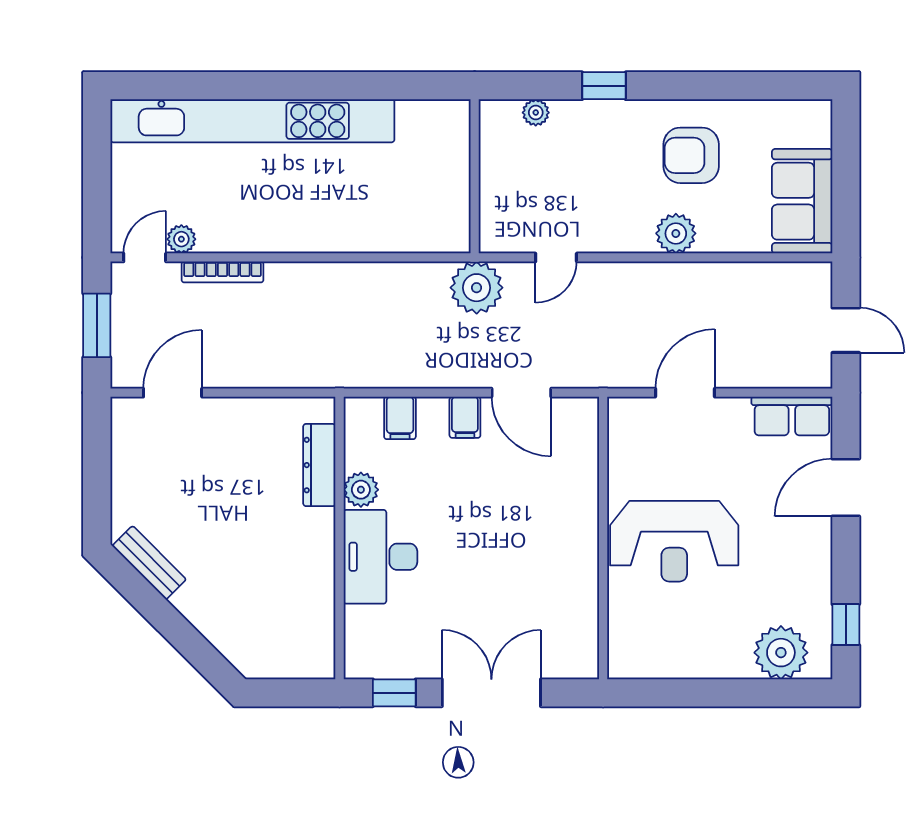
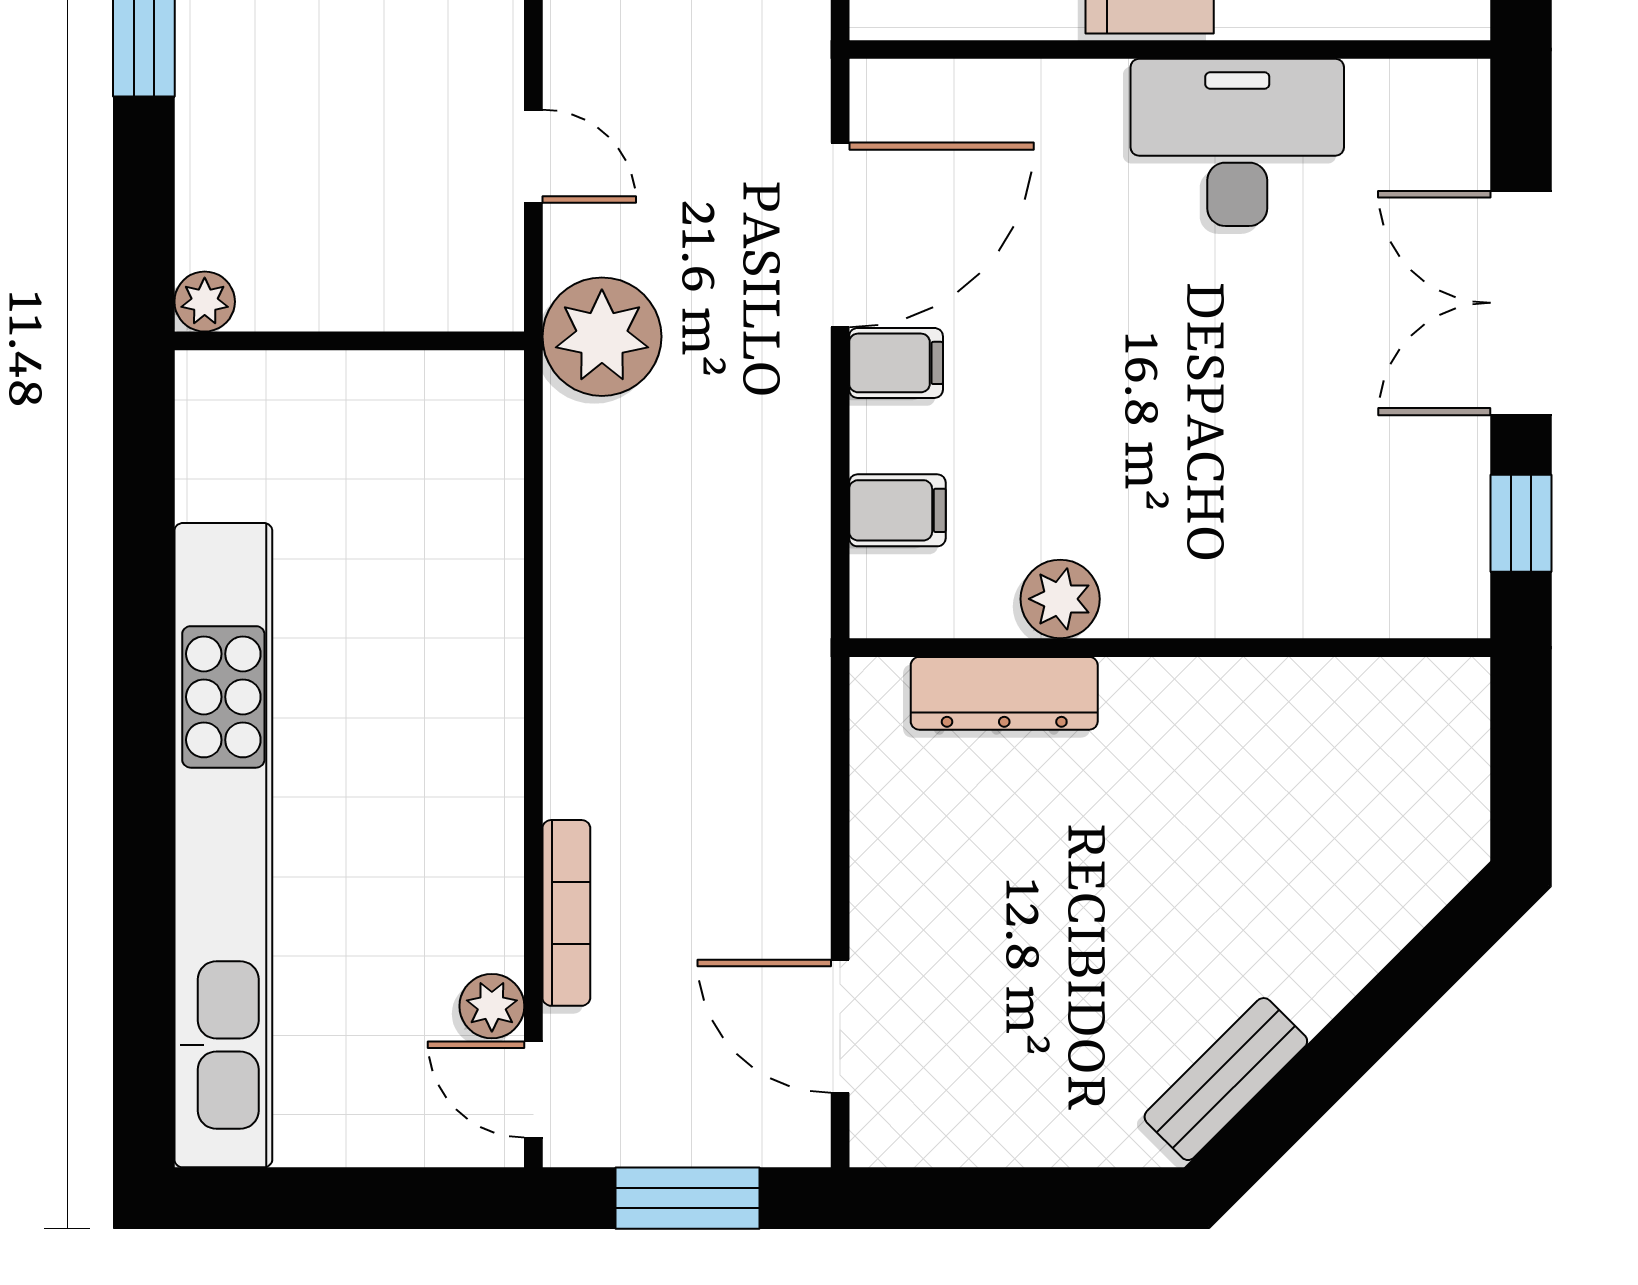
plant: (536, 113) -> (205, 302), moved
door: (521, 393) -> (840, 235), width x1.36
desk: (380, 557) -> (1237, 142), moved, turned 180

